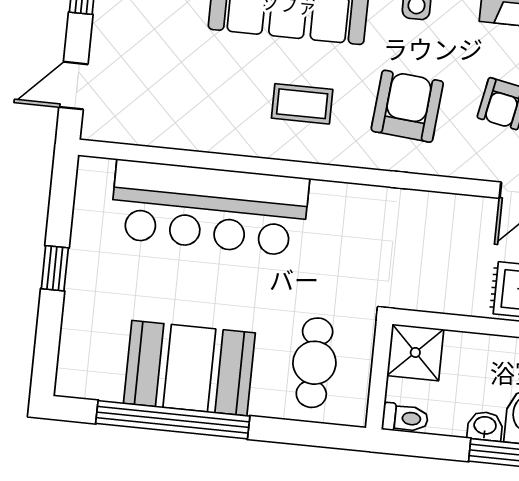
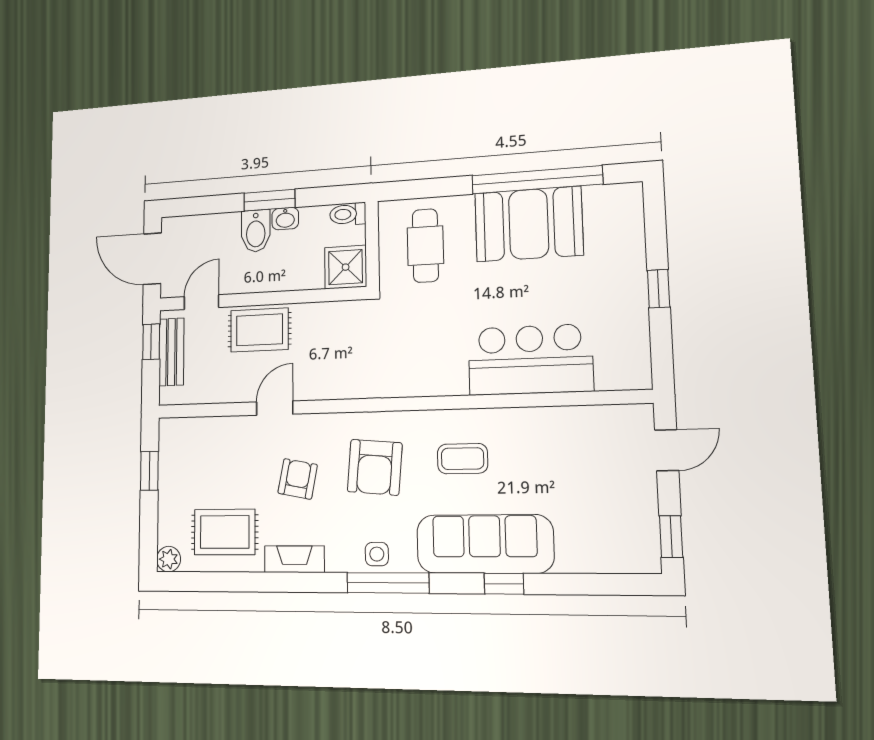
bar counter: (209, 208) -> (530, 360), width x0.73

